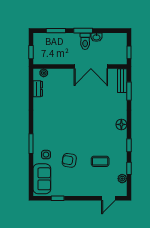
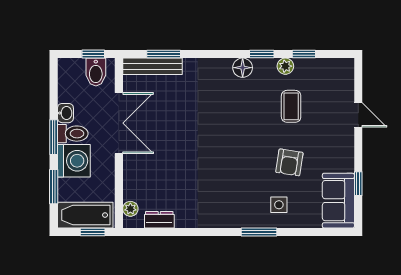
washing machine: (70, 42) -> (74, 161), added
bathtub: (40, 48) -> (85, 215), added
bidet: (119, 54) -> (96, 72), added
bench: (122, 81) -> (152, 66), width x1.36
floor lamp: (121, 124) -> (243, 68), moved
sofa: (42, 179) -> (338, 201), moved, turned -90
plant: (122, 179) -> (285, 66), moved
door: (108, 198) -> (358, 115), moved

